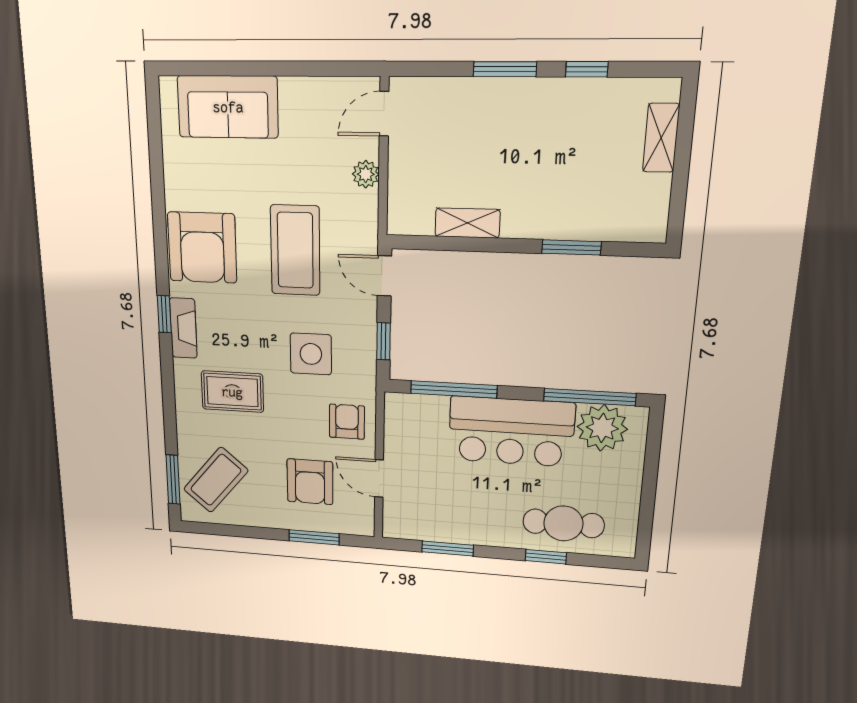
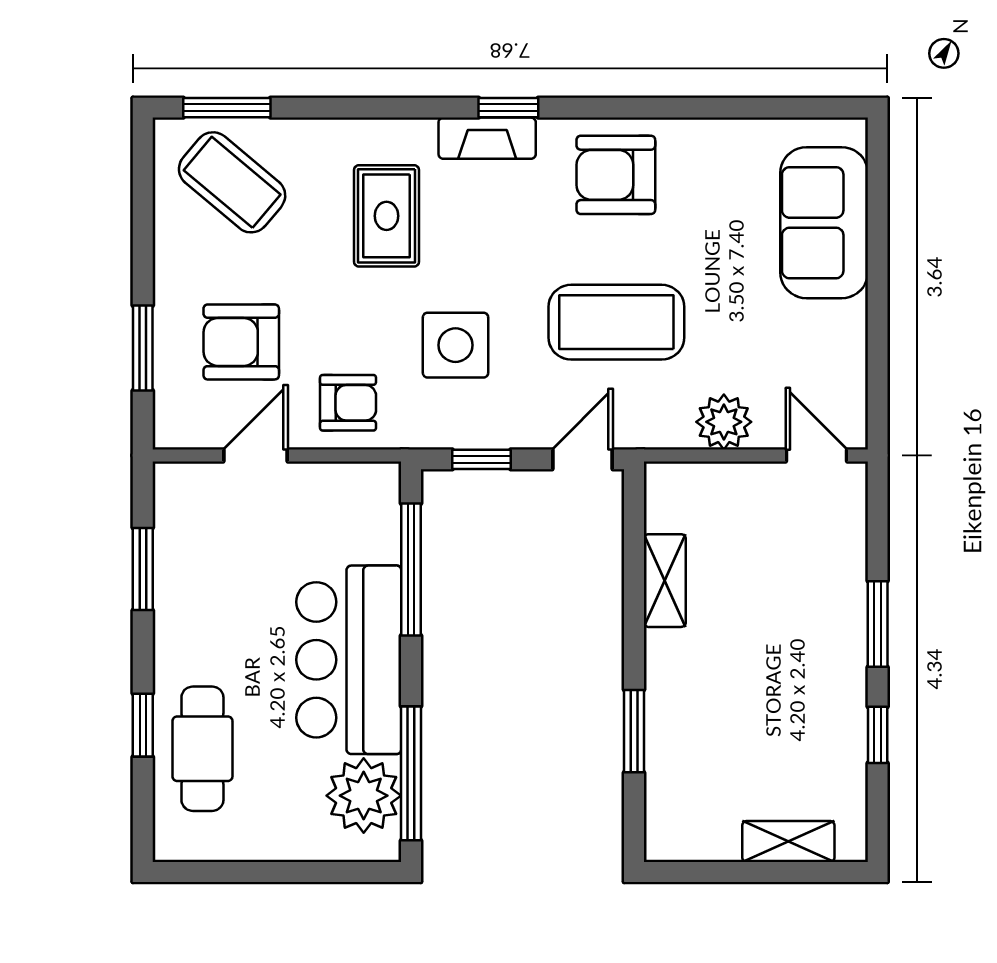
plant: (366, 174) -> (724, 422), width x1.38, depth x1.38
armchair: (202, 248) -> (616, 175), width x0.73, depth x0.73

